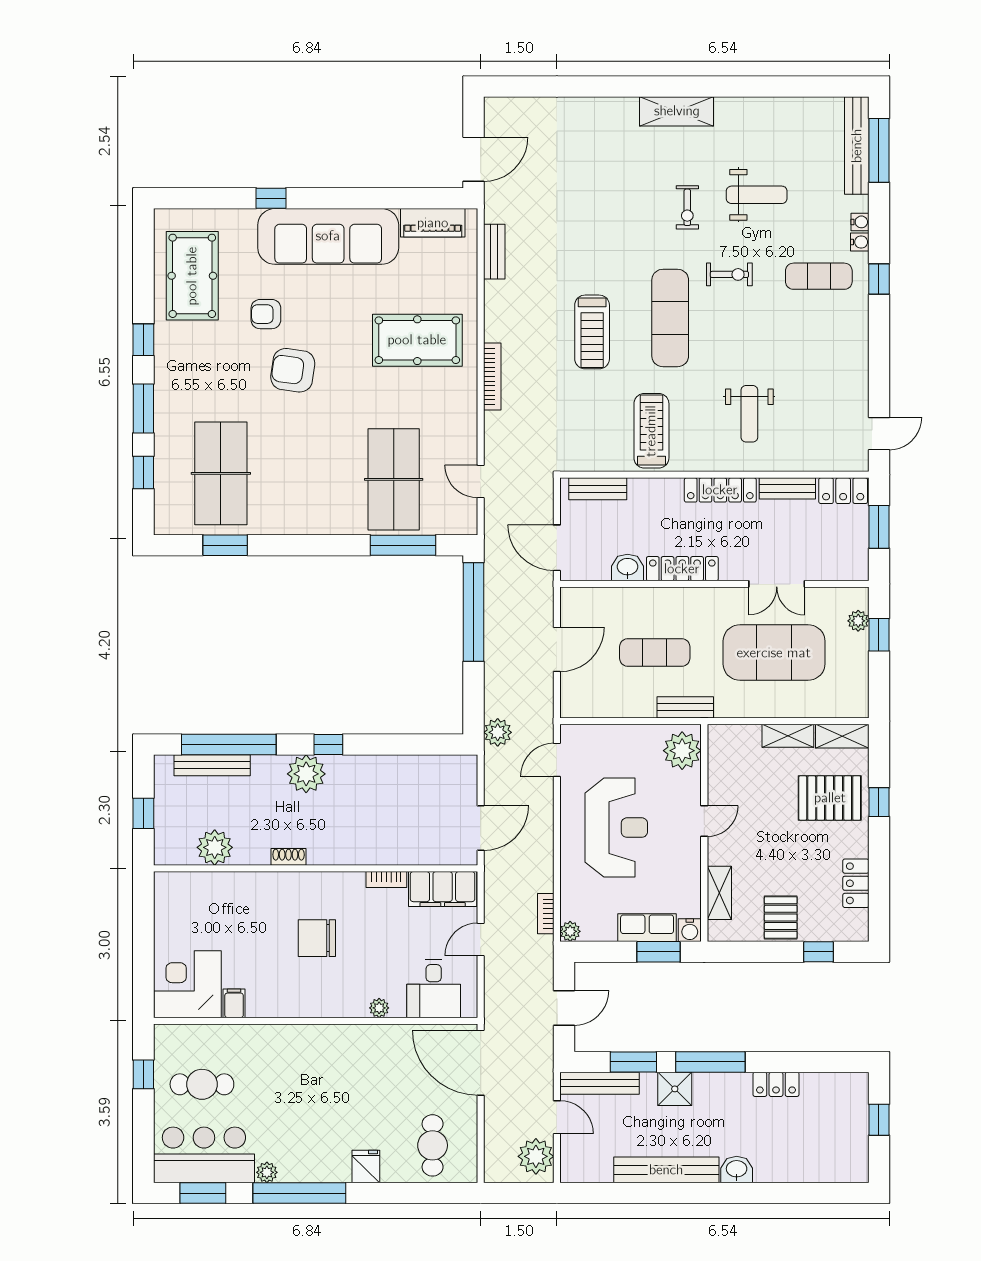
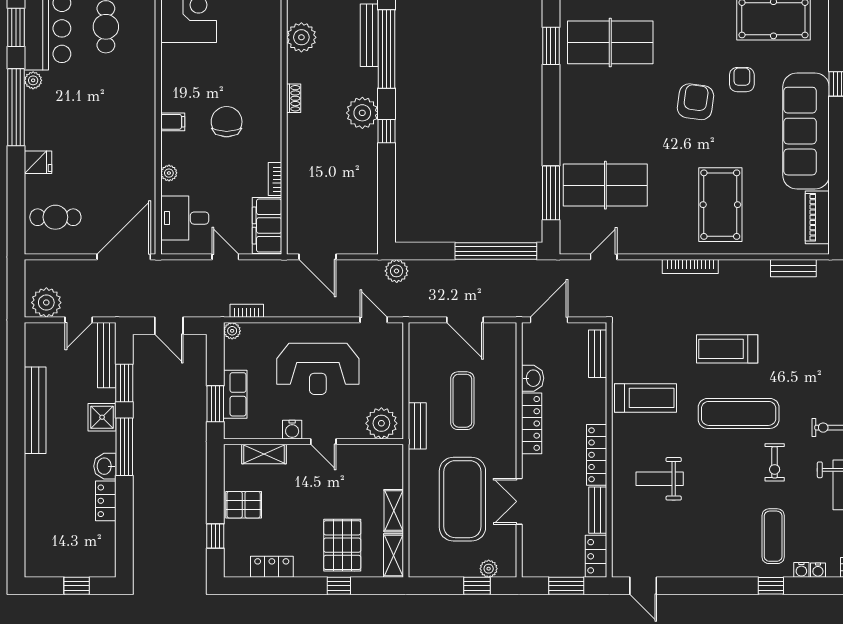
water cooler: (690, 930) -> (292, 430), moved, turned -90
filing cabinet: (234, 1003) -> (173, 122), moved
washbasin: (737, 1170) -> (105, 466), moved, turned 180

